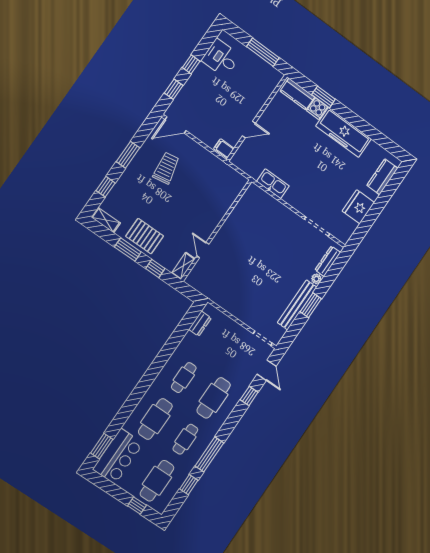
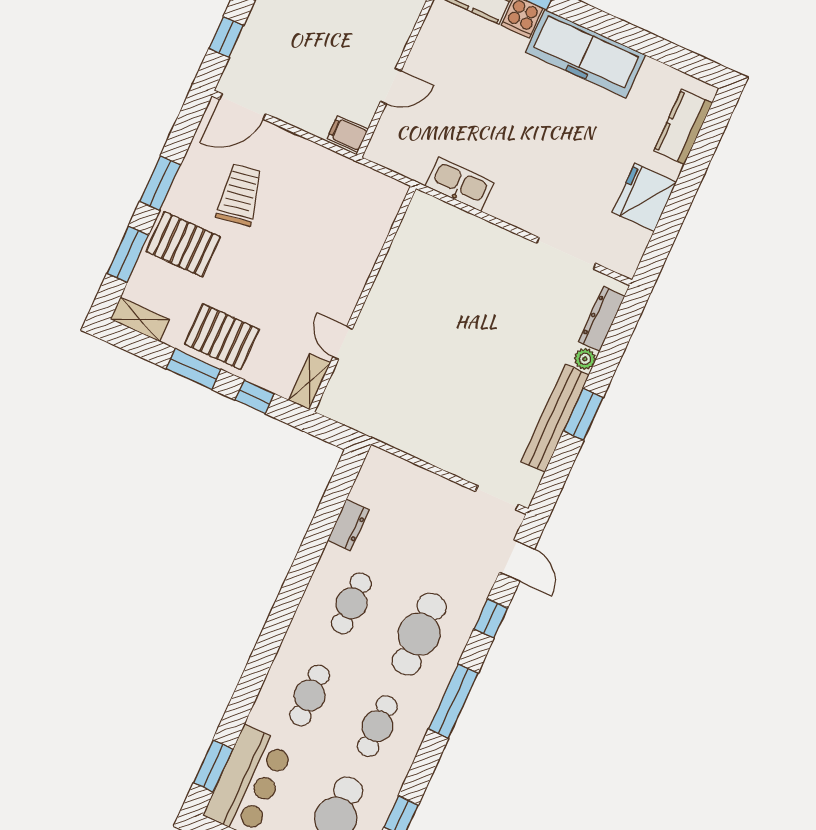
window: (106, 187) -> (128, 254), width x1.50
pallet: (134, 187) -> (183, 244), added
dresser: (200, 324) -> (348, 525), moved
cafe table: (155, 419) -> (310, 695), width x0.73, depth x0.74
window: (209, 454) -> (453, 701), moved

